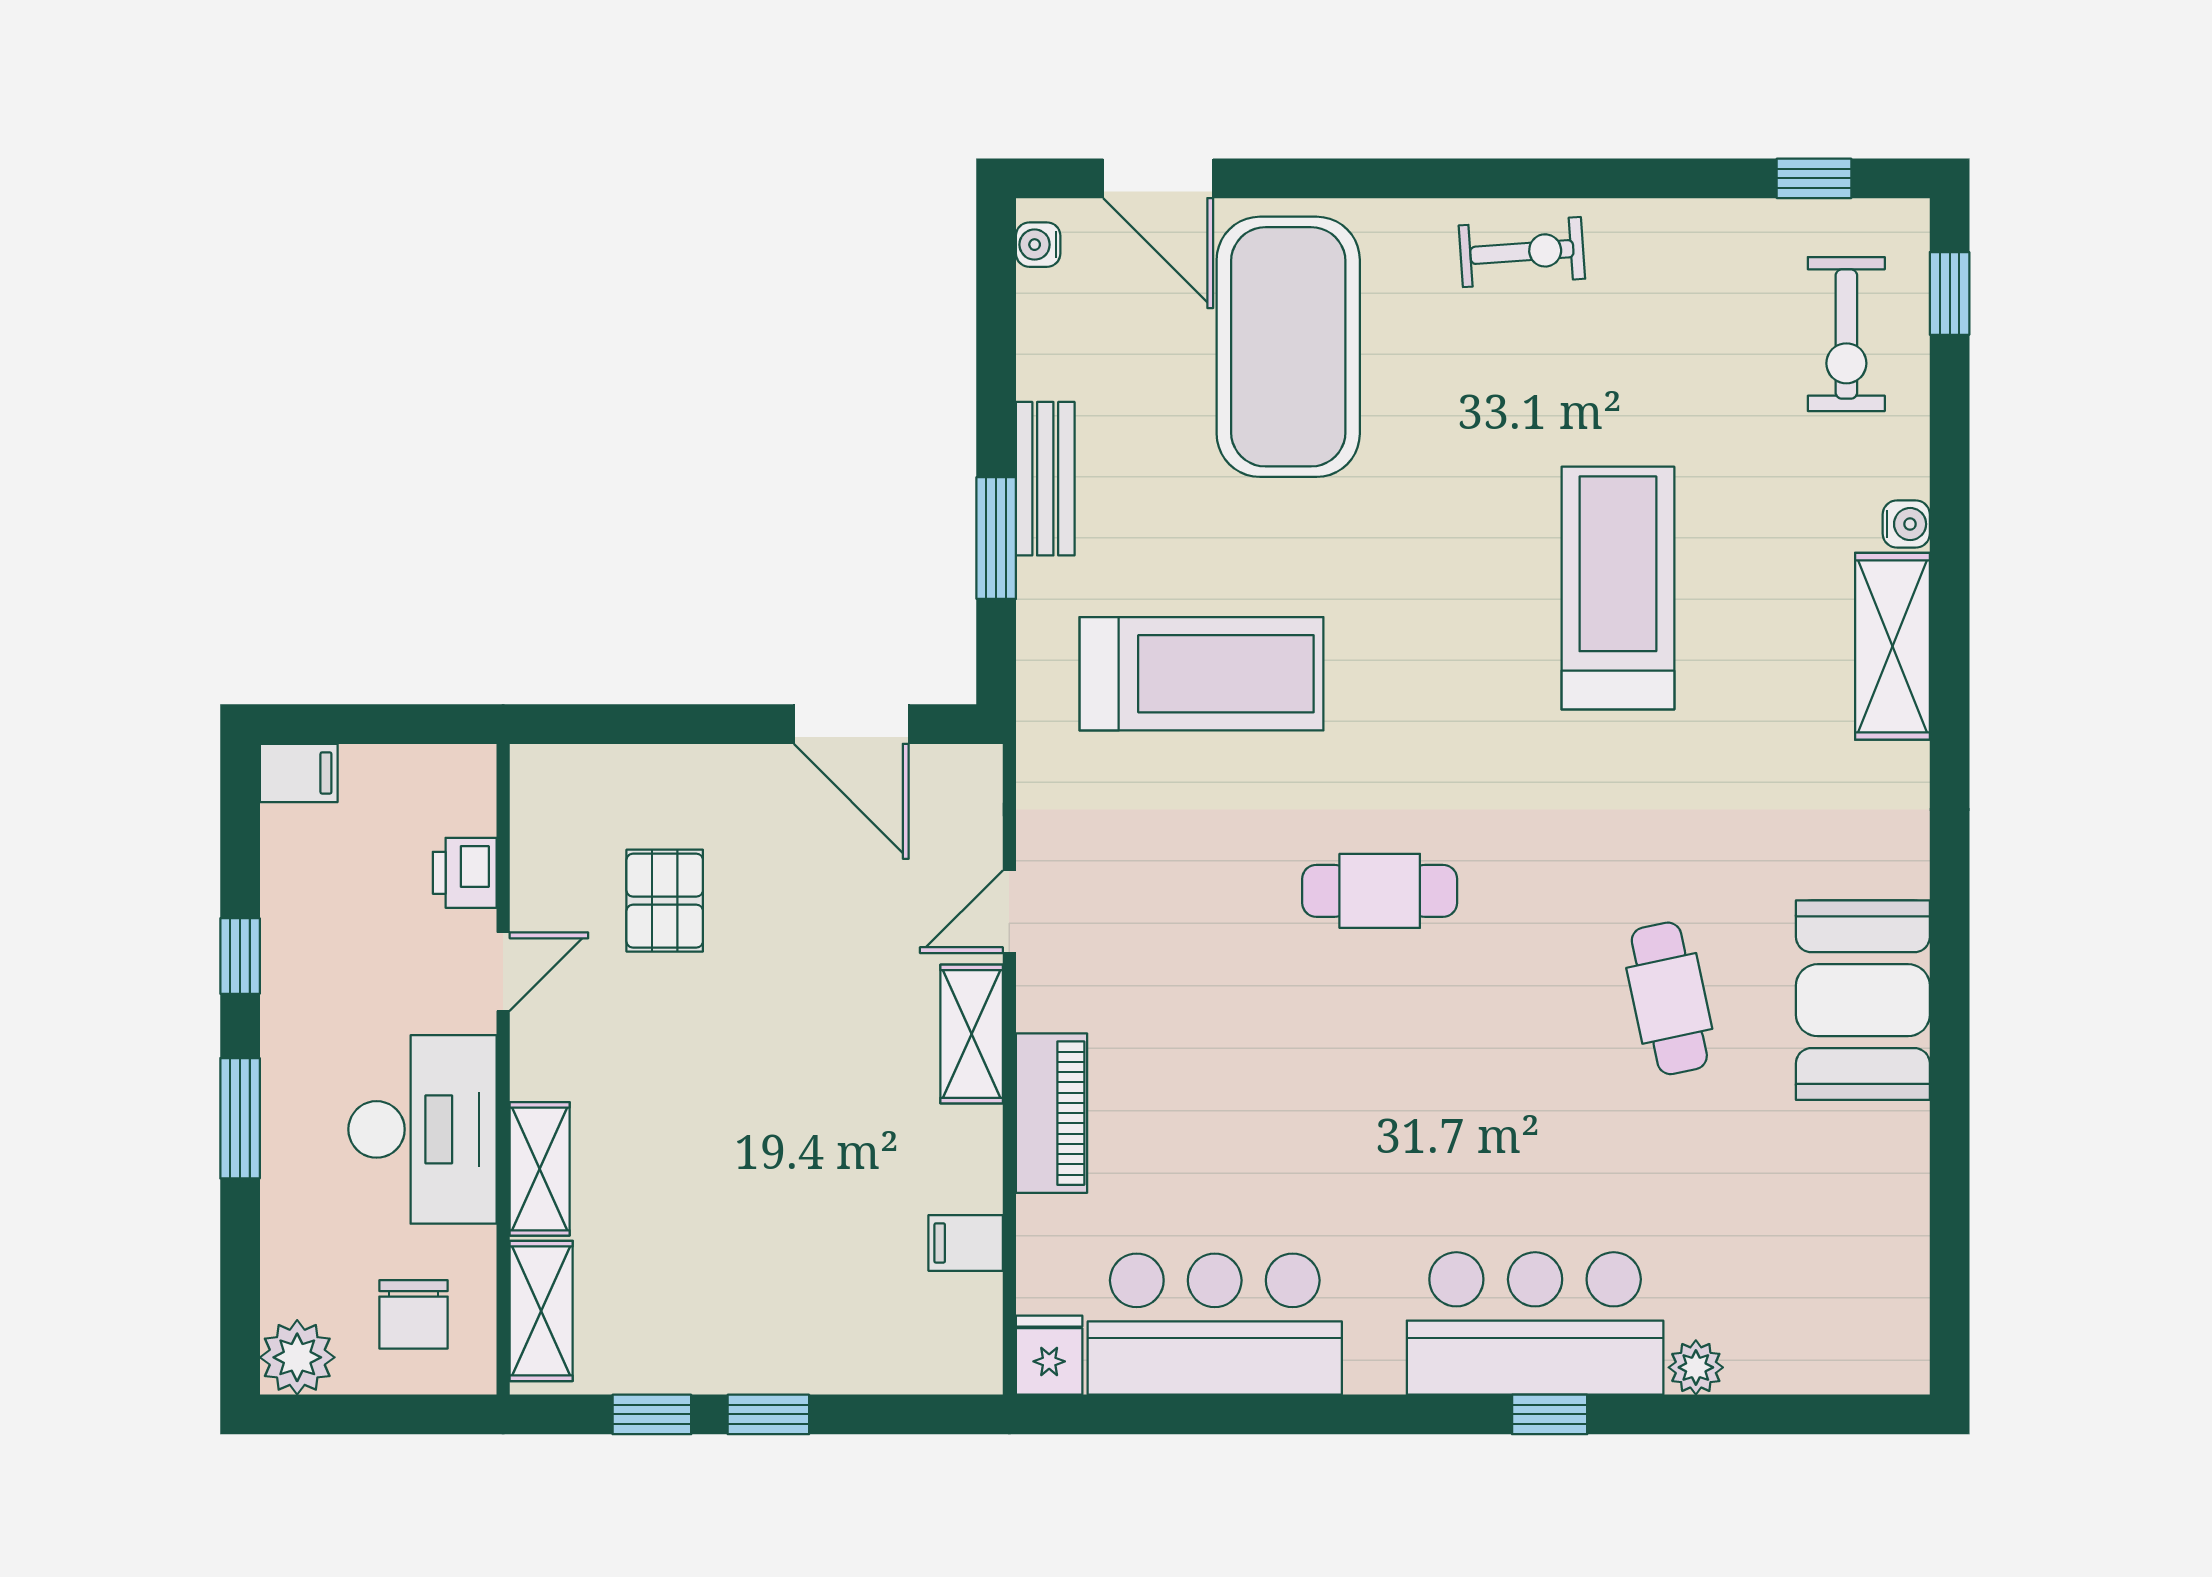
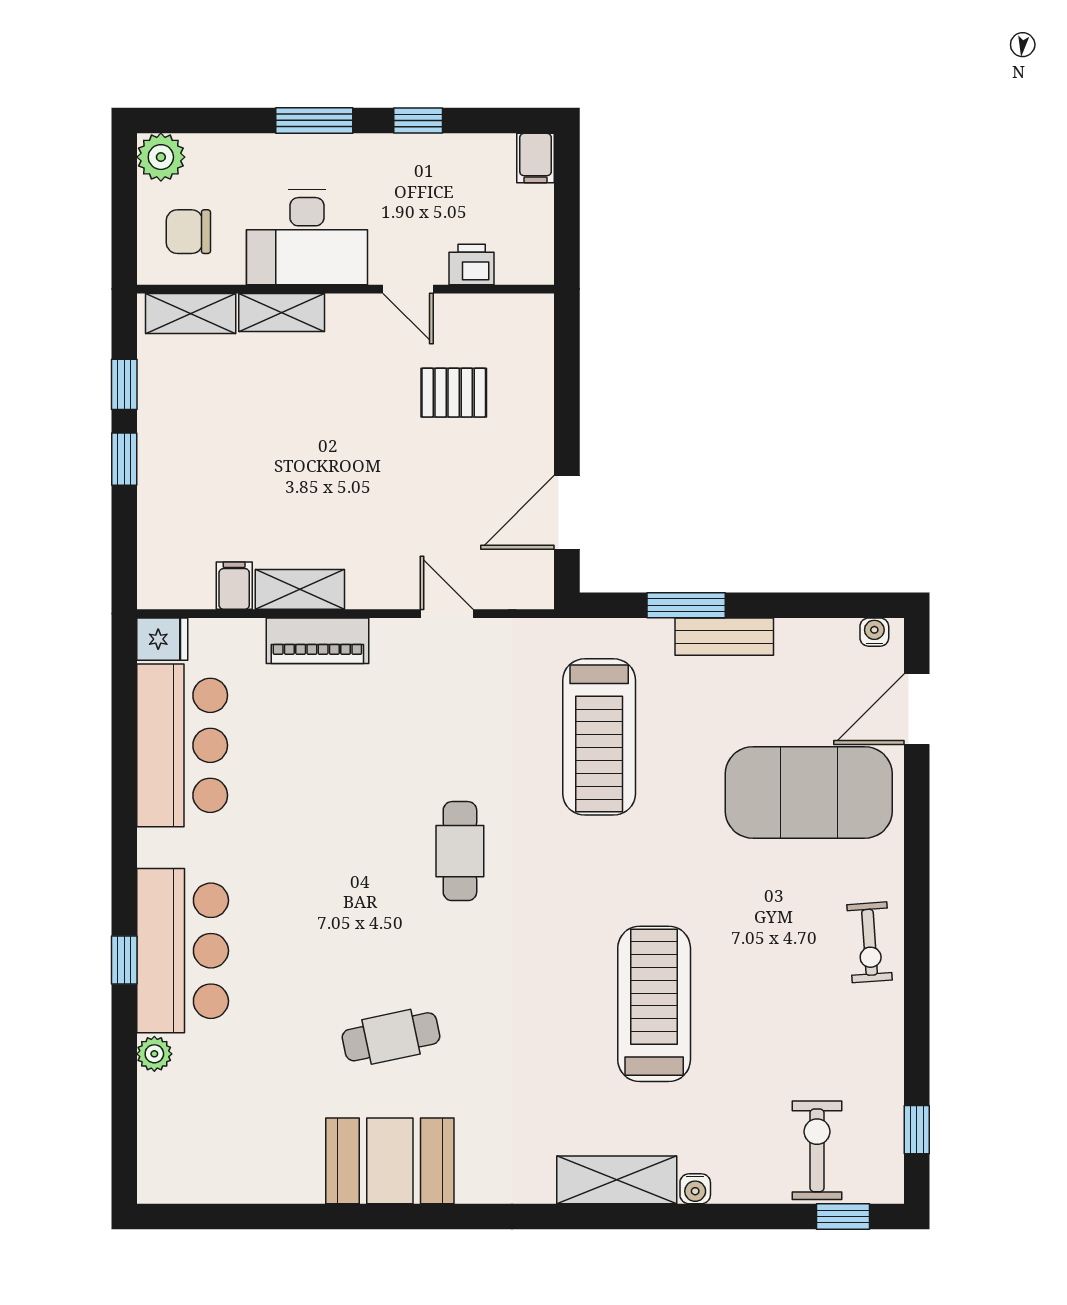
exercise bike: (1846, 334) -> (817, 1150), turned 90
treadmill: (1618, 588) -> (654, 1004), turned -90
shelving: (972, 1034) -> (300, 589), moved

